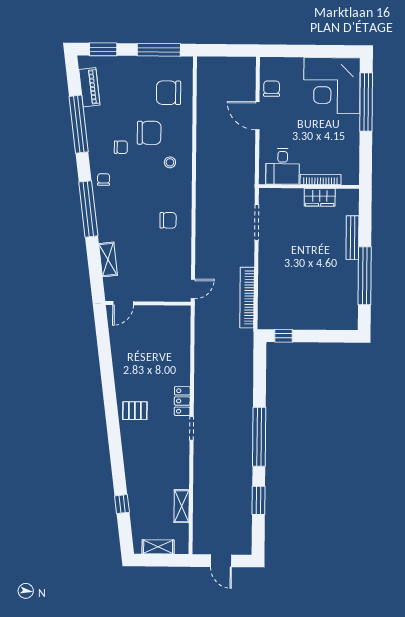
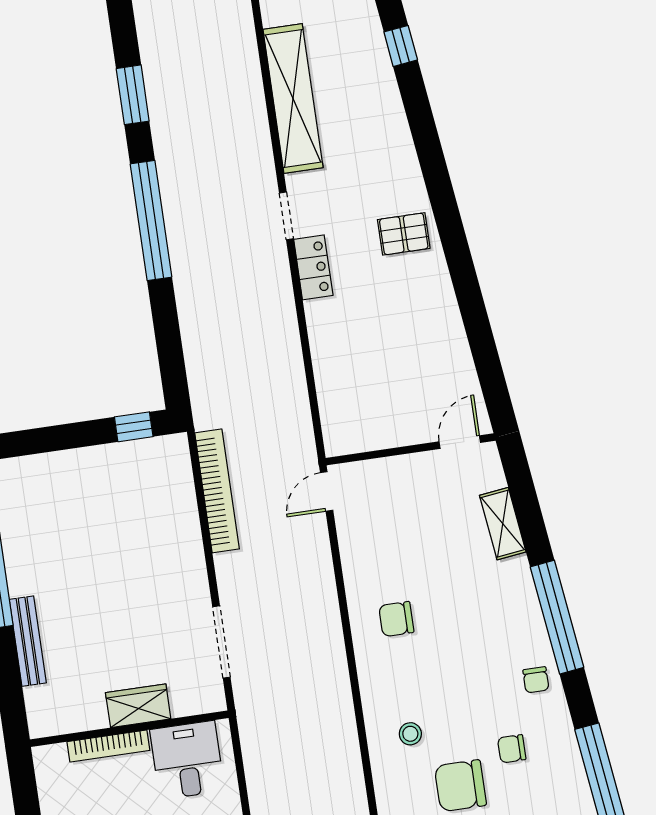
wardrobe: (320, 197) -> (138, 706), moved
shelving: (182, 506) -> (293, 98), width x2.20, depth x1.33

